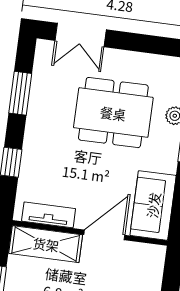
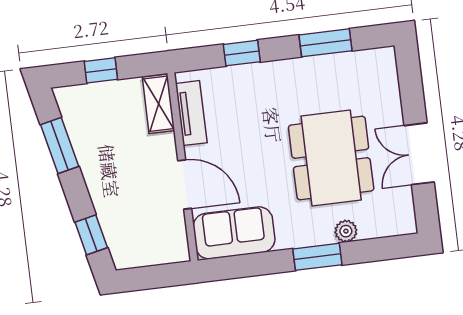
double door: (81, 35) -> (419, 154), moved
shelving: (46, 244) -> (159, 104), width x0.67, depth x0.75

